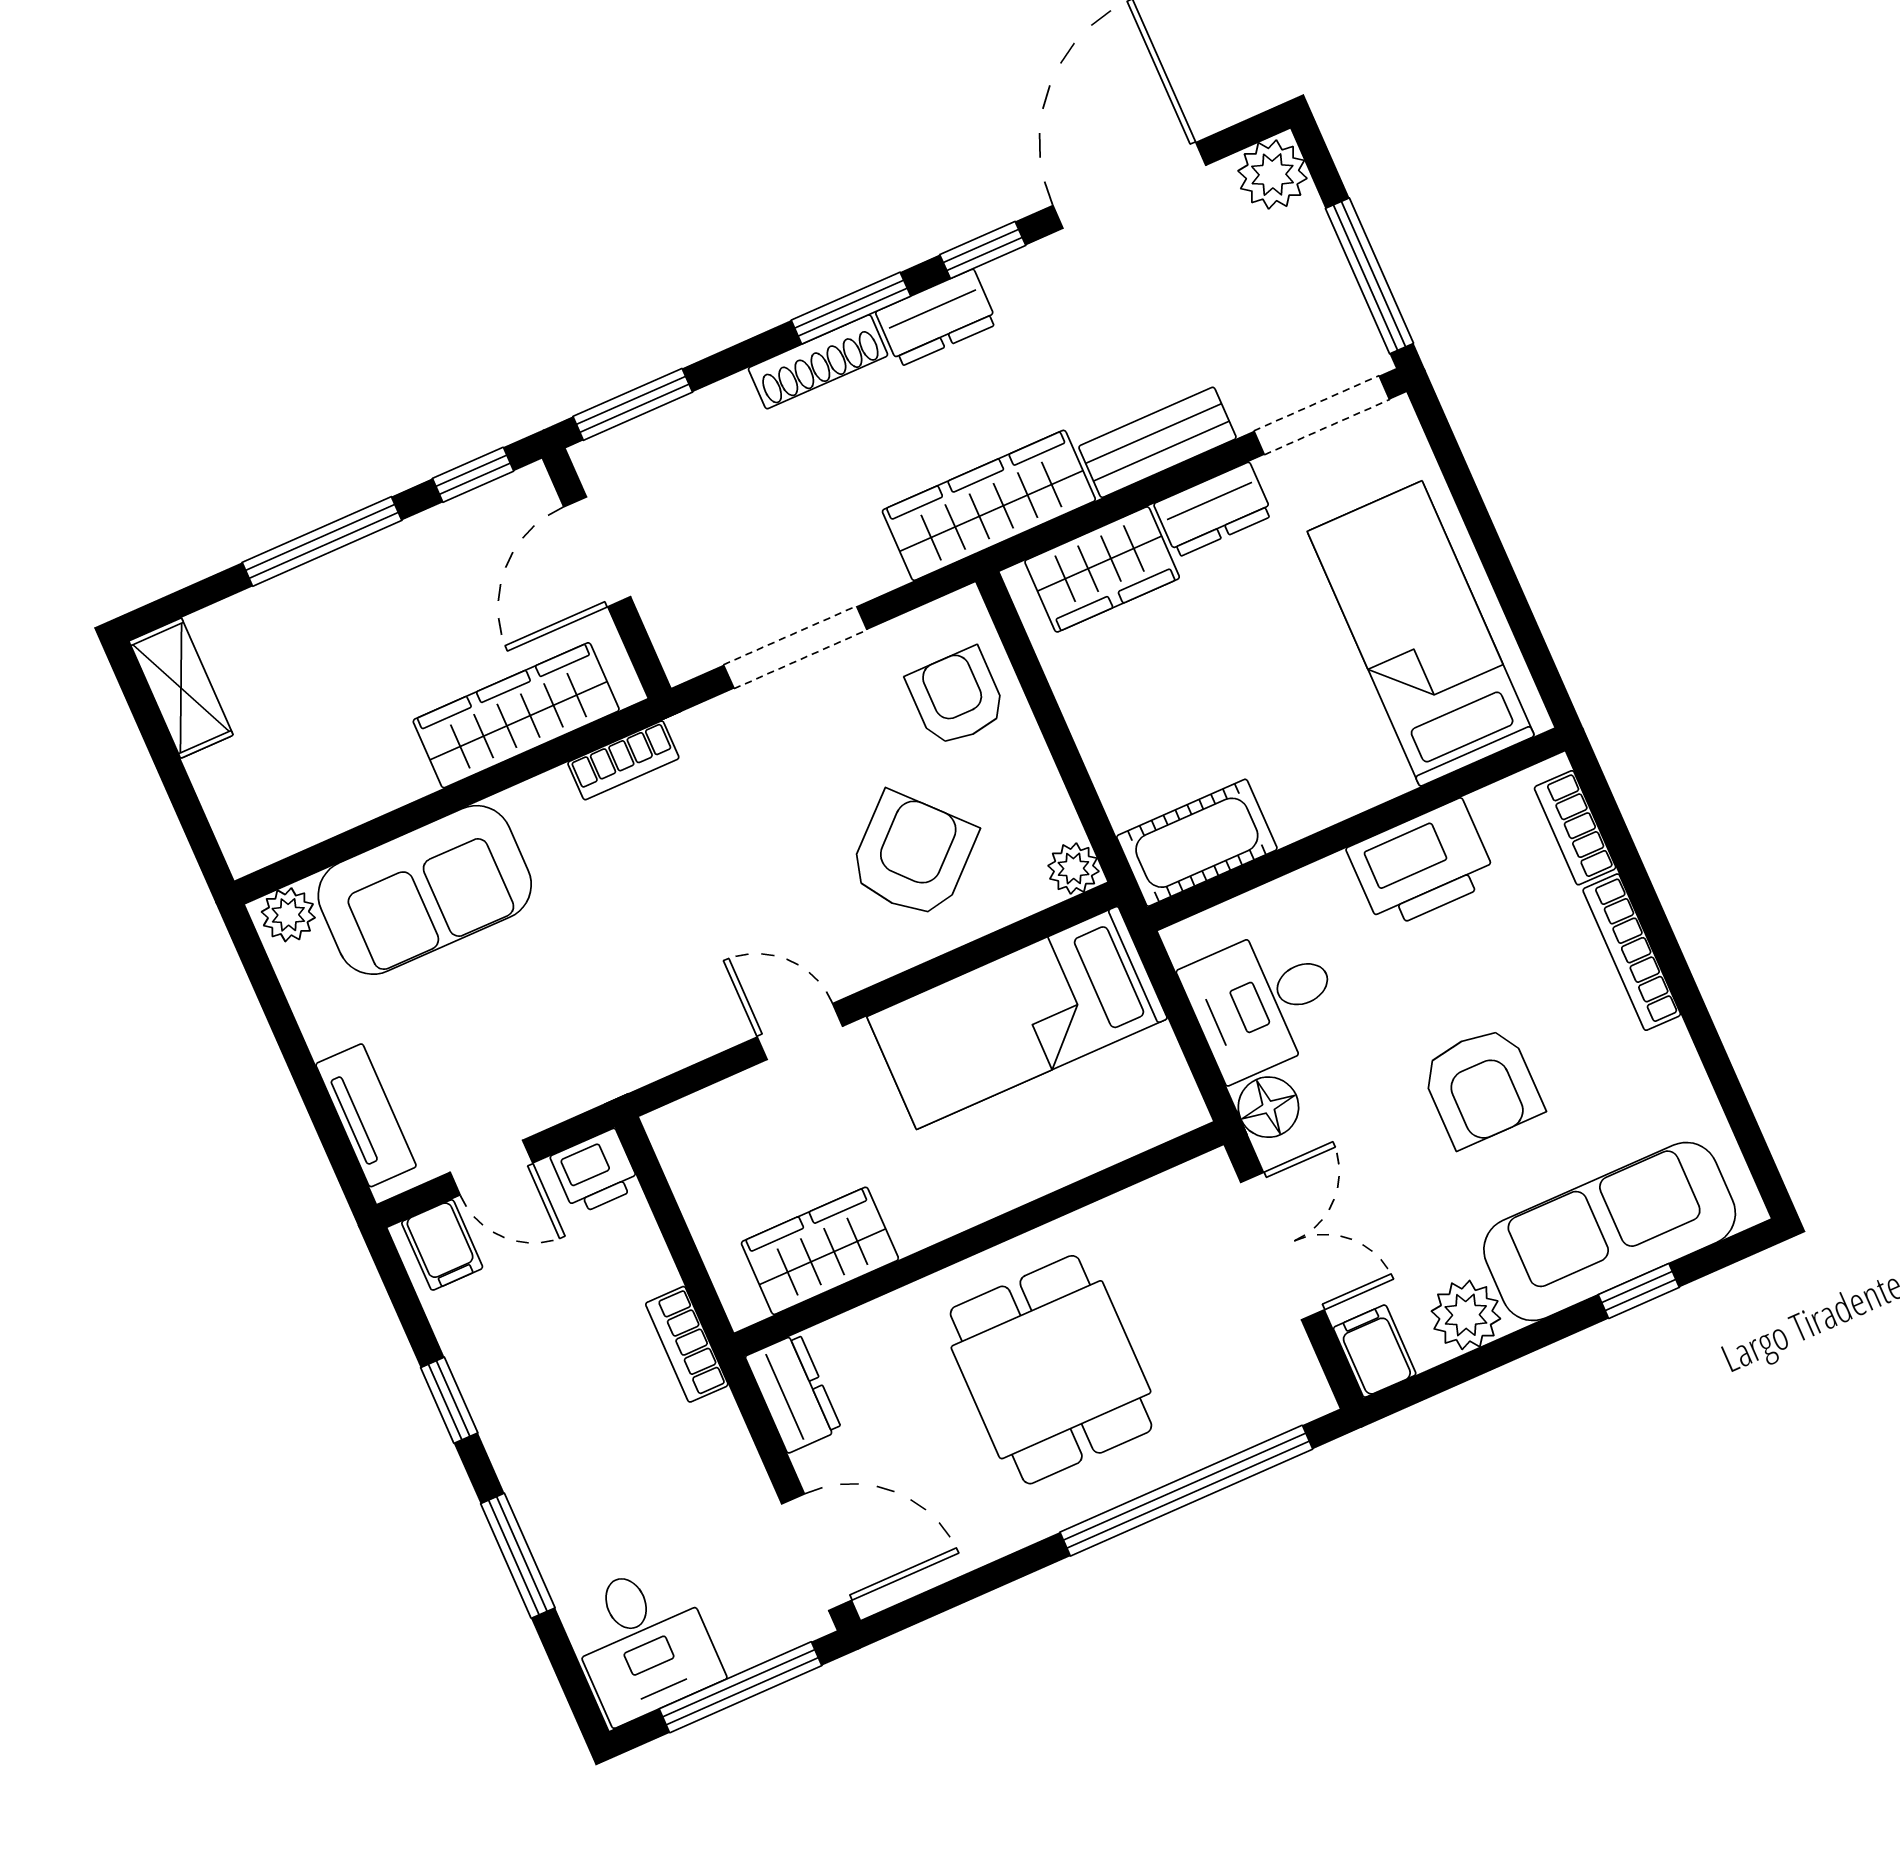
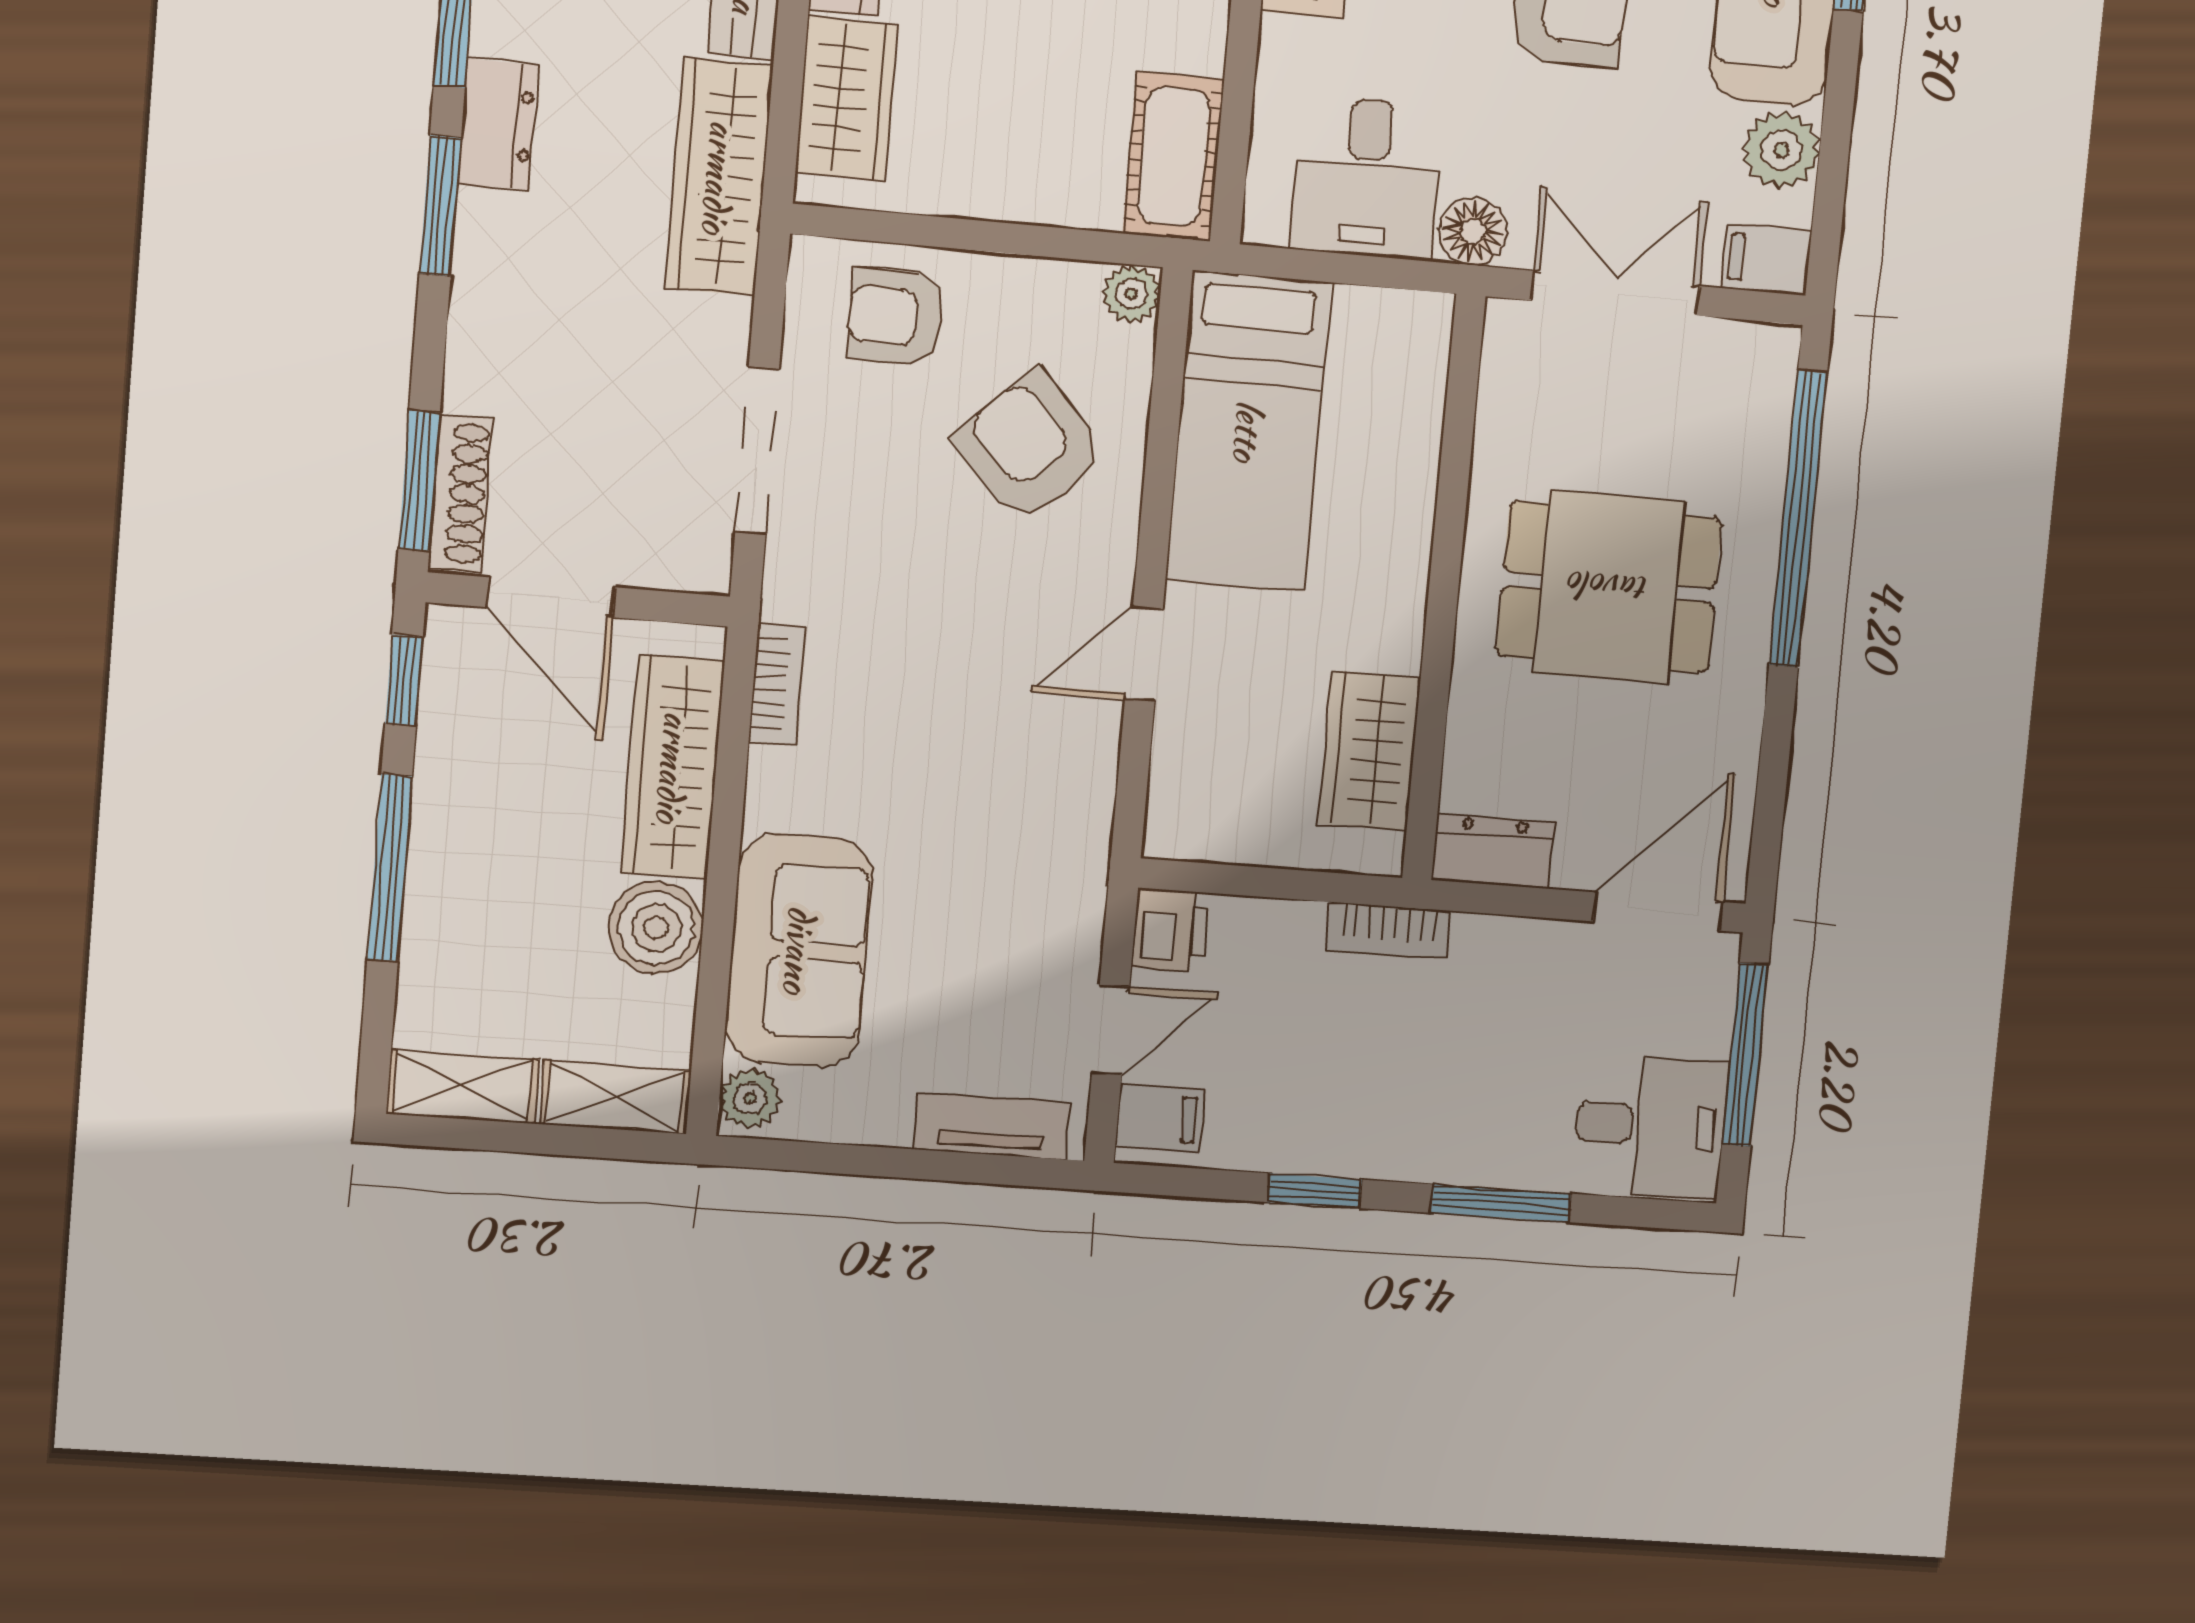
shoe rack: (818, 362) -> (460, 493), moved
boiler: (384, 770) -> (656, 928), added
shelving: (234, 810) -> (615, 1097), added

